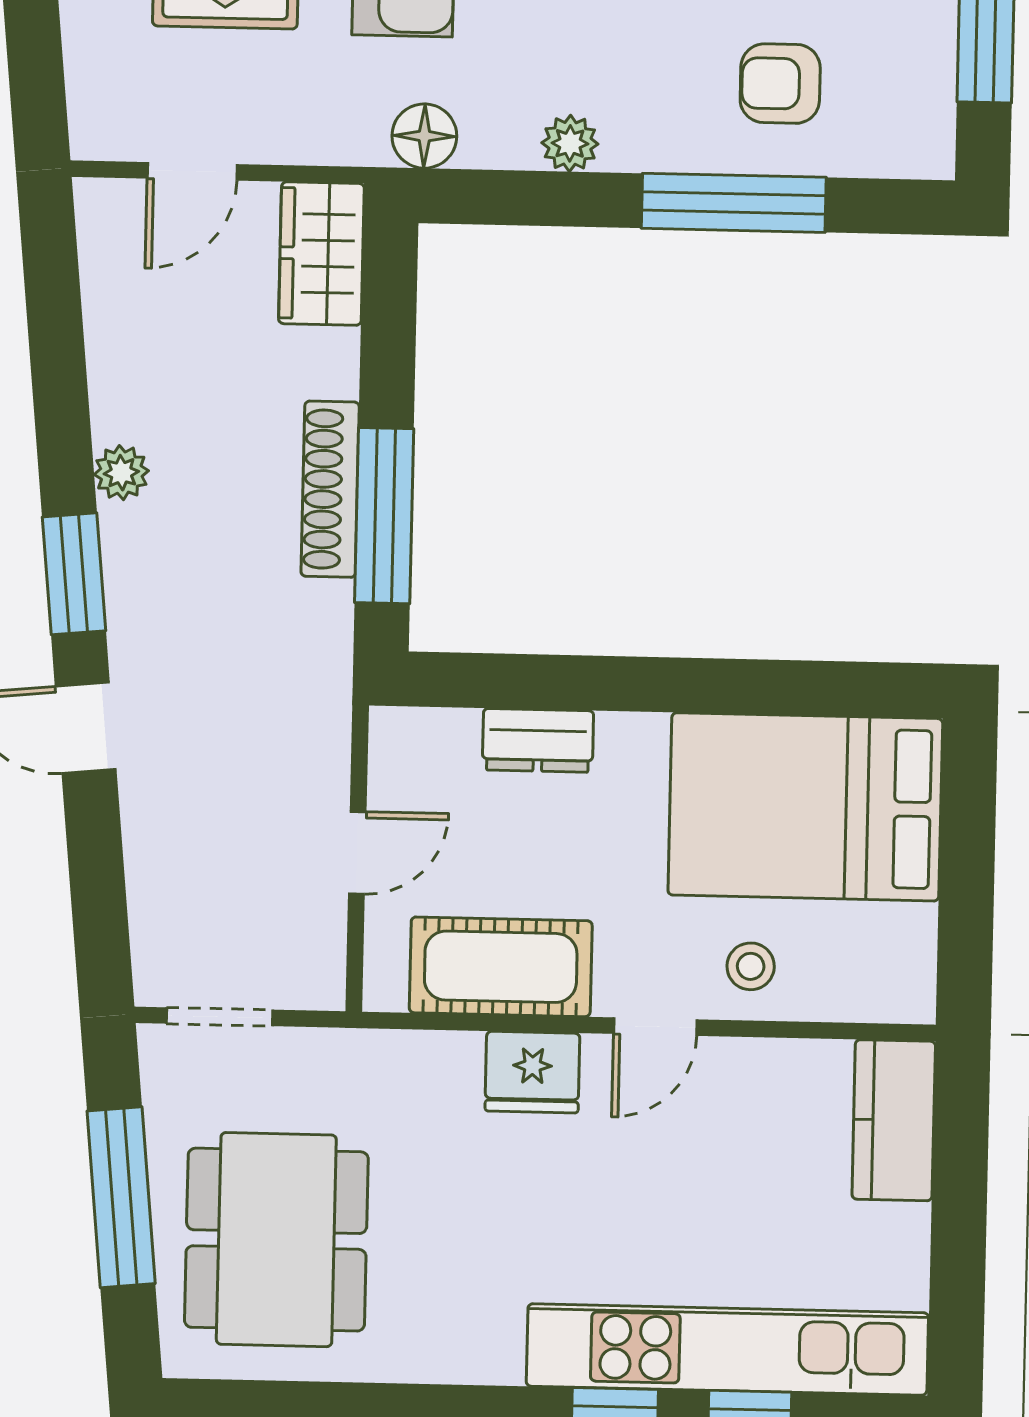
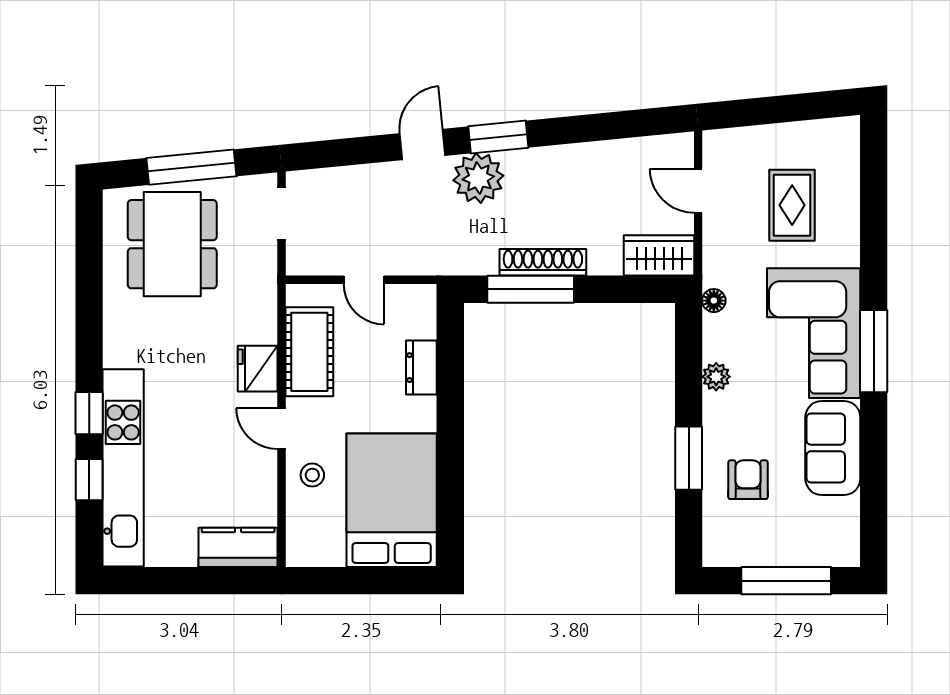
floor lamp: (424, 136) -> (714, 301), width x0.73, depth x0.73
window: (734, 203) -> (689, 458), width x0.69
plant: (121, 473) -> (478, 178), moved, width x1.88, depth x1.88
dining table: (276, 1240) -> (172, 244), turned 90

